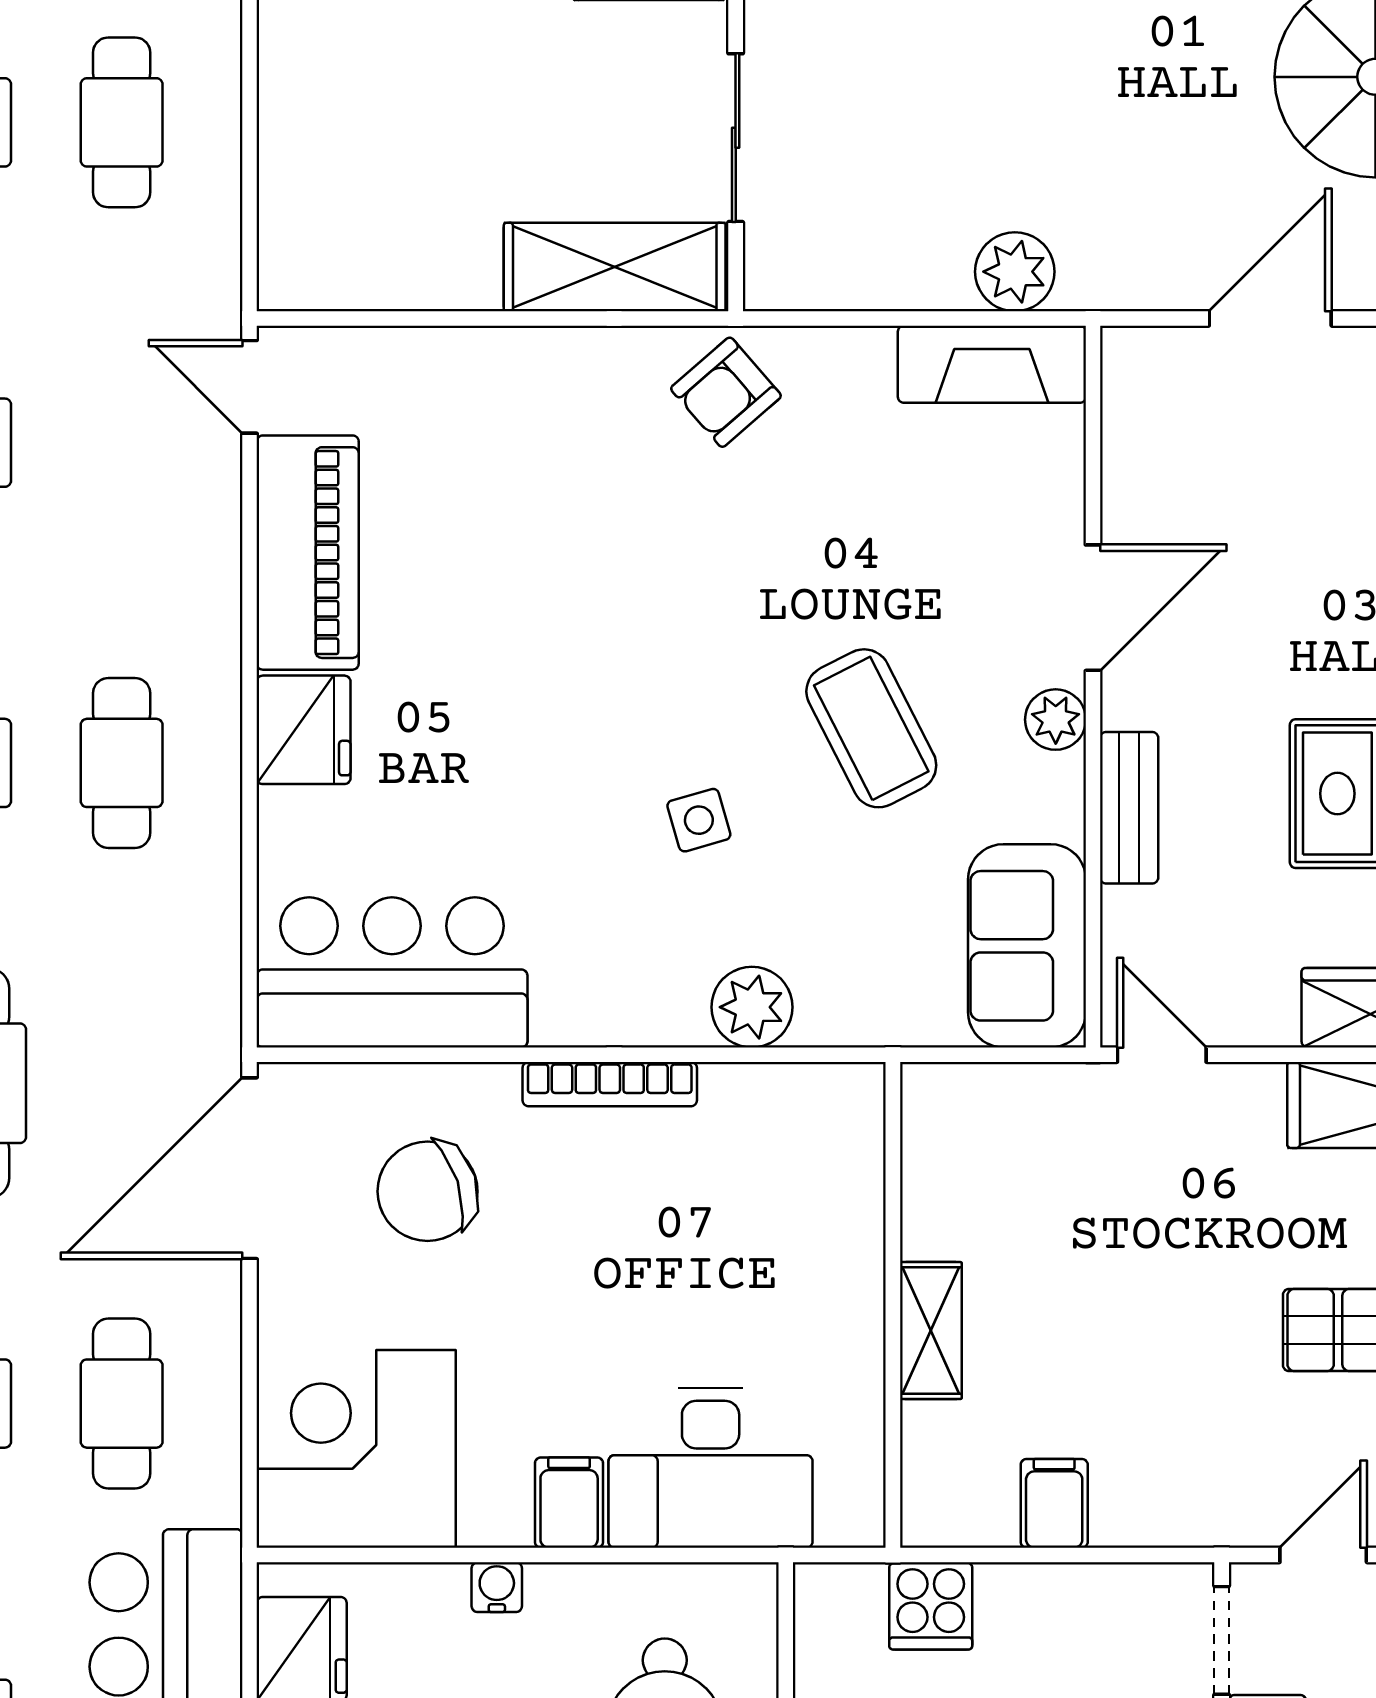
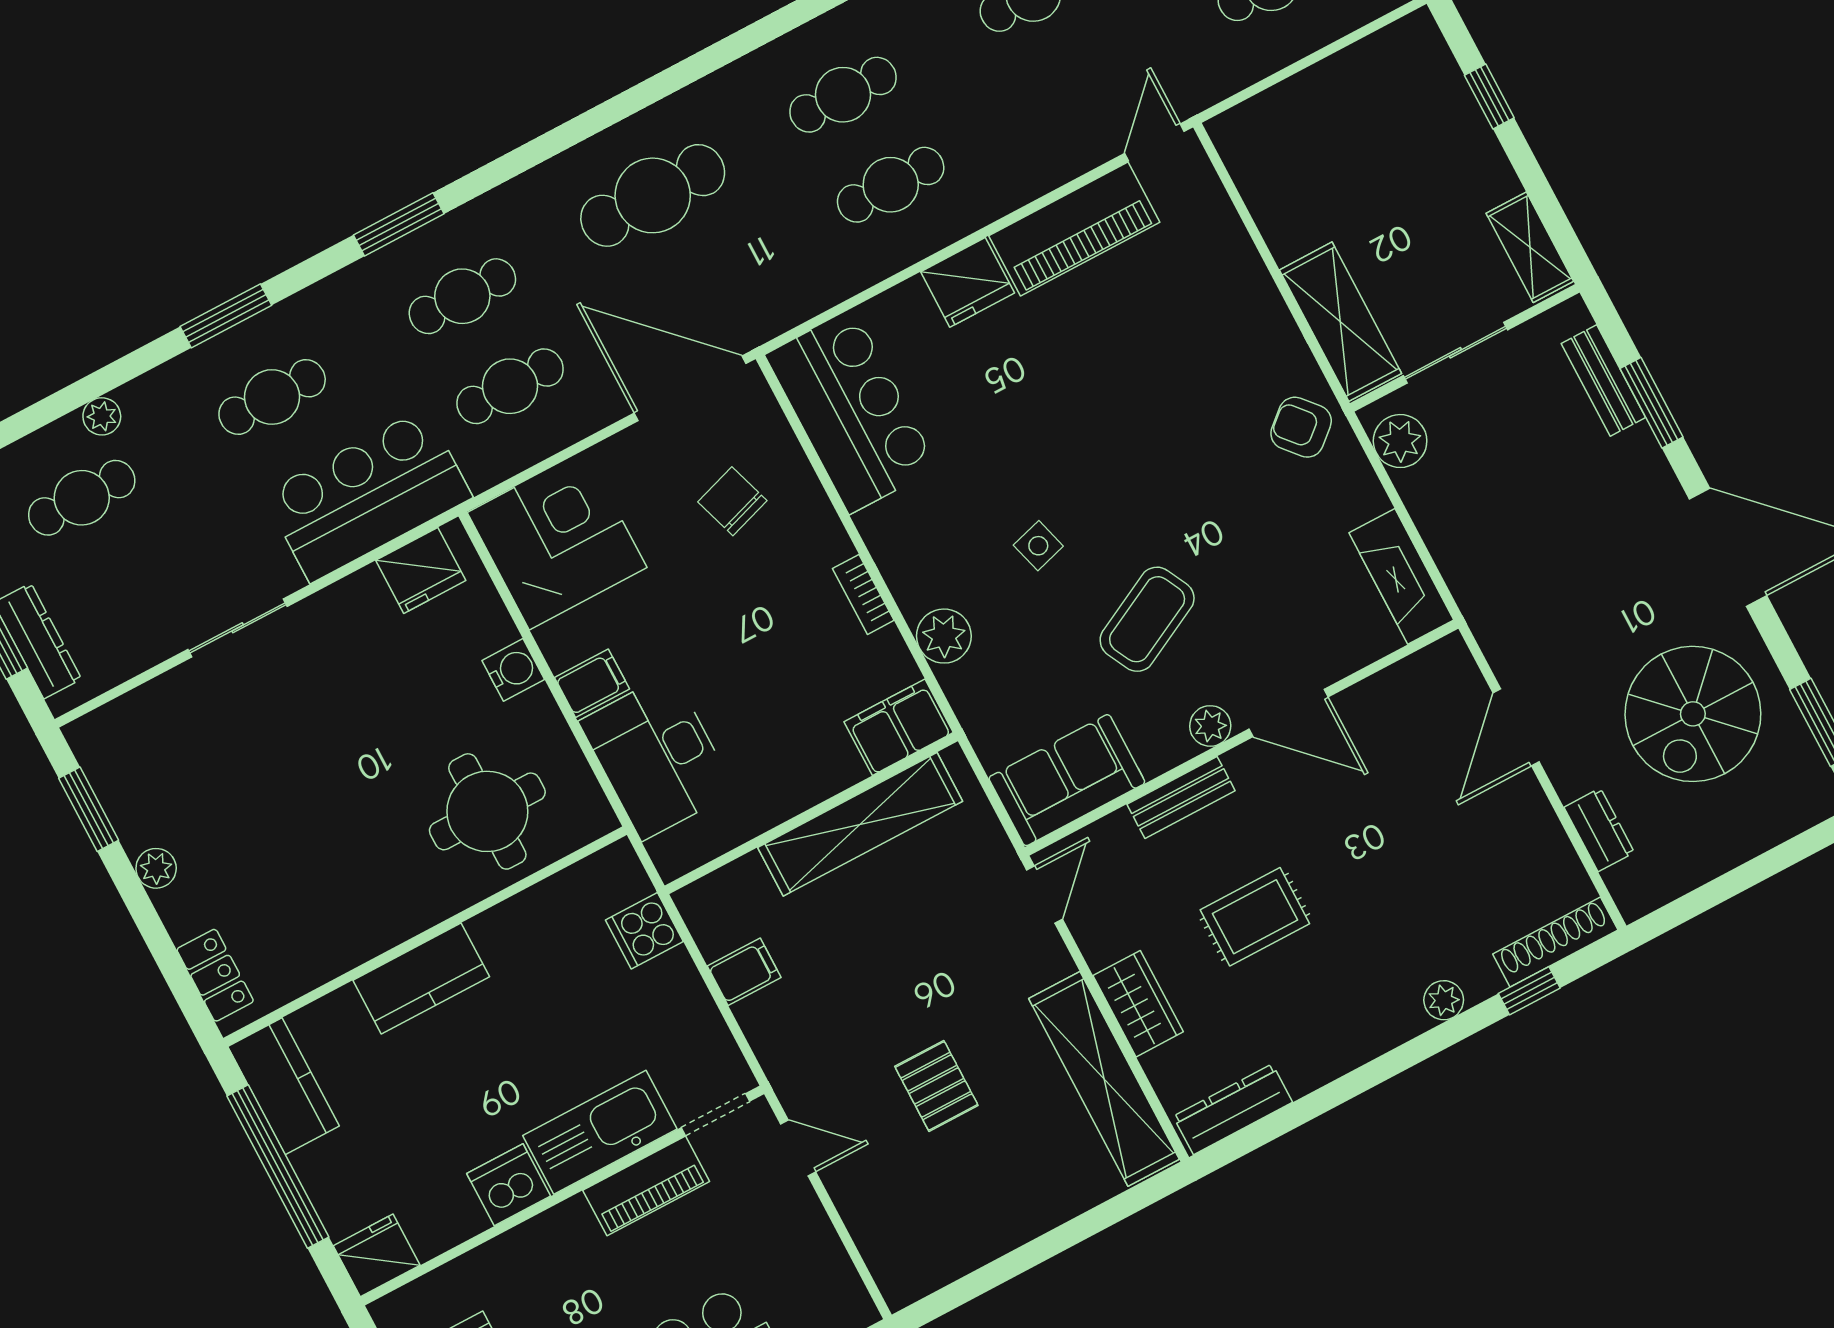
plant: (1015, 272) -> (1400, 441), moved
door: (1270, 318) -> (1516, 727), swing flipped
bookcase: (610, 1084) -> (863, 594), width x0.64
filing cabinet: (840, 1130) -> (899, 727), added
chair: (428, 1191) -> (732, 501), width x0.73, depth x0.73
shelving: (931, 1331) -> (860, 824), width x2.20, depth x1.33
water cooler: (497, 1587) -> (513, 670), width x1.38, depth x1.38

